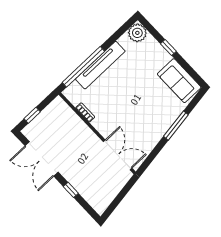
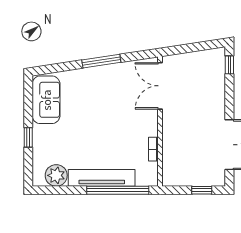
plant: (137, 33) -> (56, 175), moved
window: (176, 126) -> (101, 61), moved
window: (71, 190) -> (229, 65), moved

